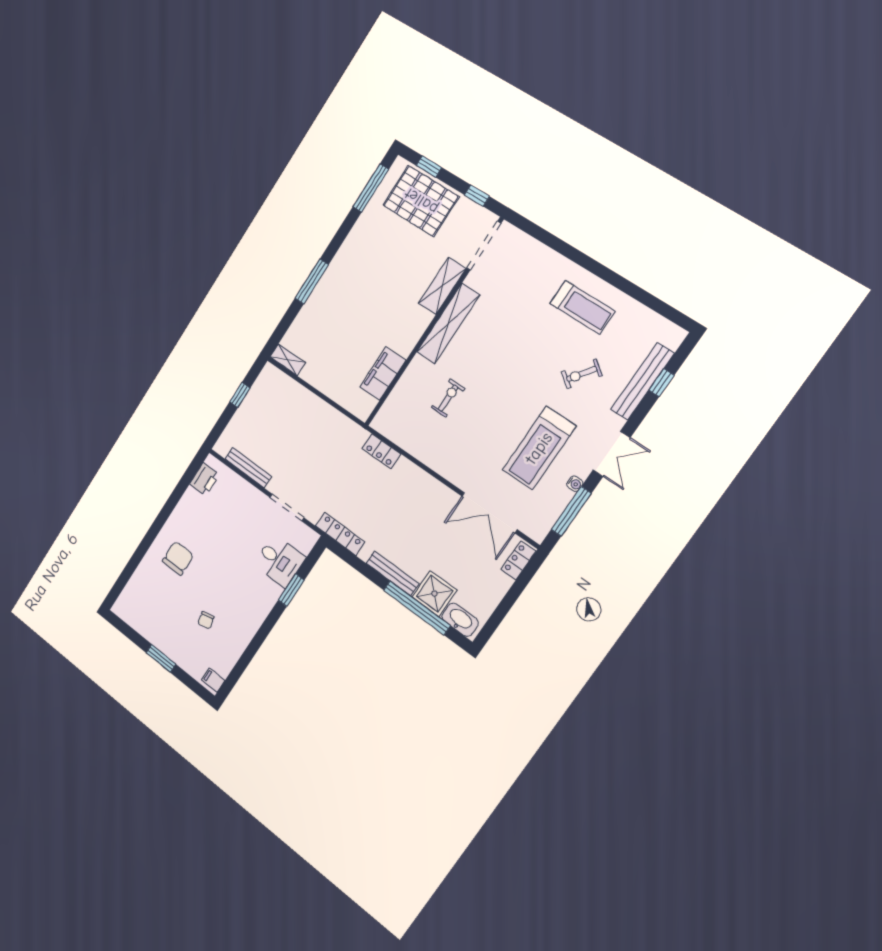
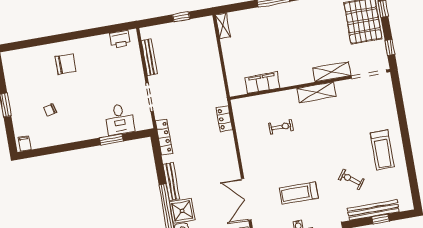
shelving: (448, 324) -> (316, 92), width x0.68
treadmill: (539, 448) -> (299, 193), width x0.73, depth x0.73

